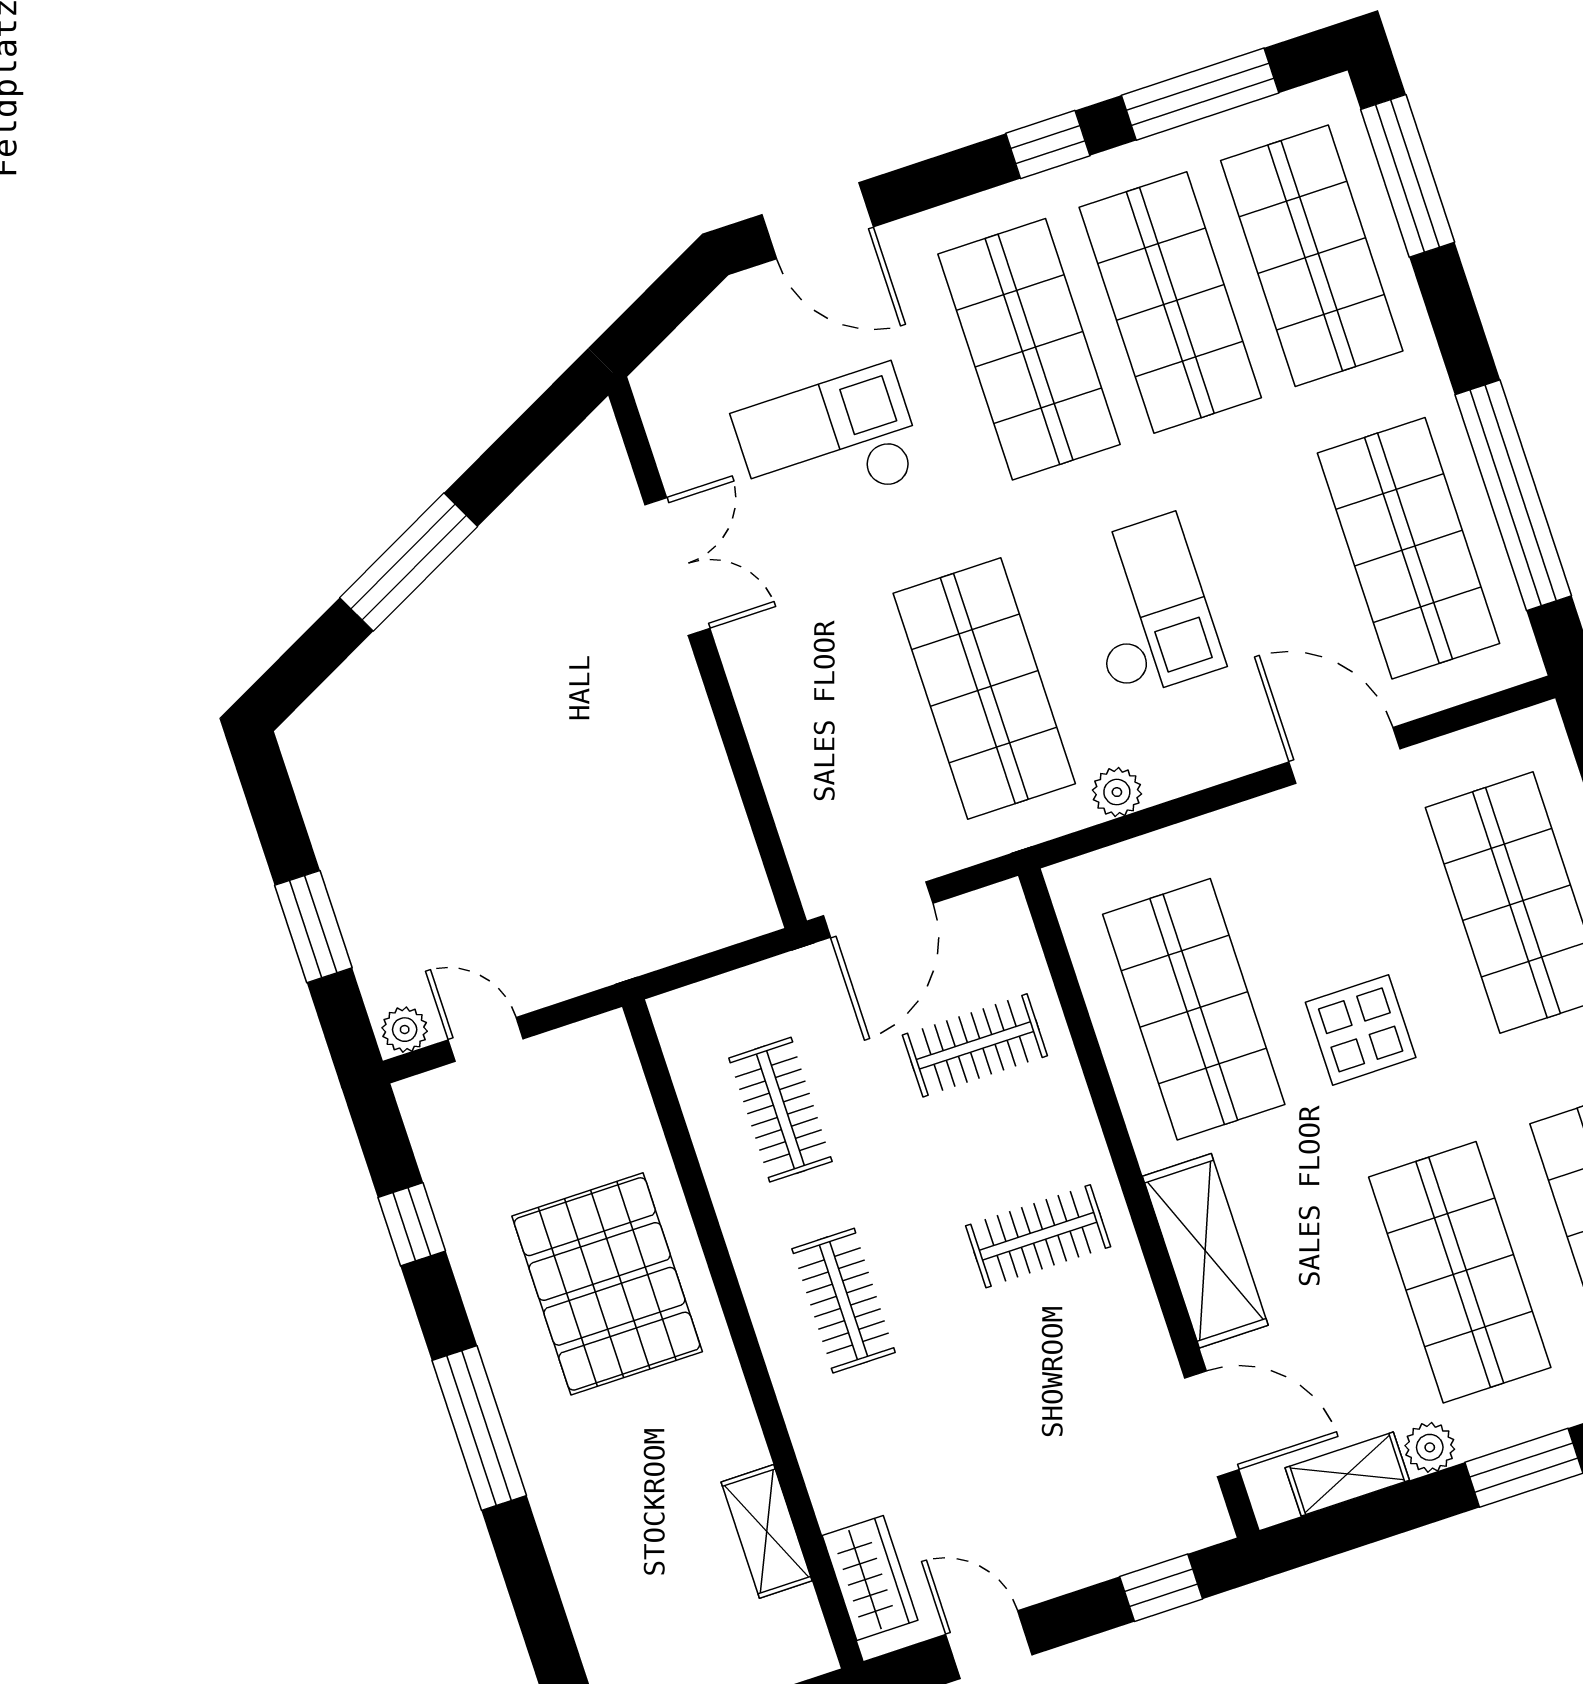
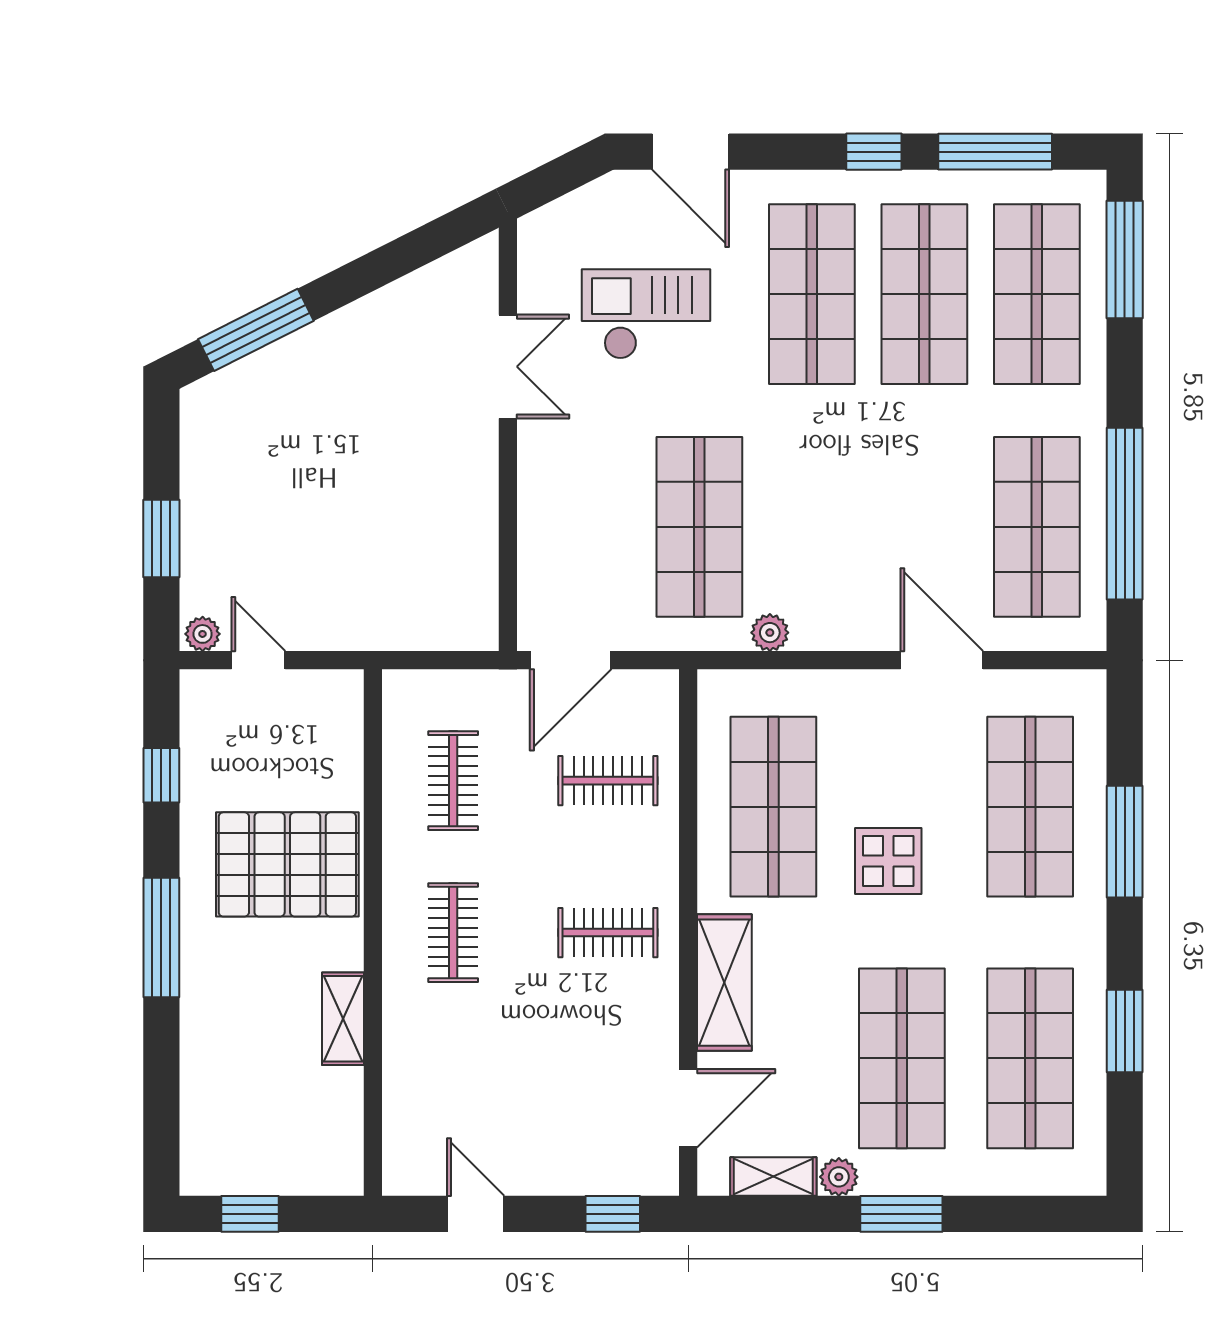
window: (409, 562) -> (256, 330), moved
checkout: (1147, 607) -> (835, 507), removed
pallet: (607, 1284) -> (287, 864), turned 90
door: (1212, 1424) -> (688, 1108), hinge flipped
shelving: (767, 1531) -> (343, 1019), moved
wardrobe: (870, 1578) -> (406, 1138), removed

